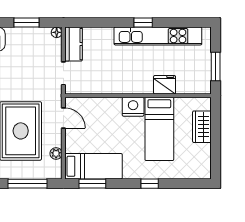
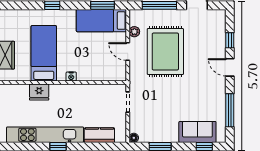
kitchen counter: (74, 44) -> (99, 135), moved, turned 90
nightstand: (133, 107) -> (71, 76), width x0.53, depth x0.56
door: (63, 118) -> (128, 52), moved

